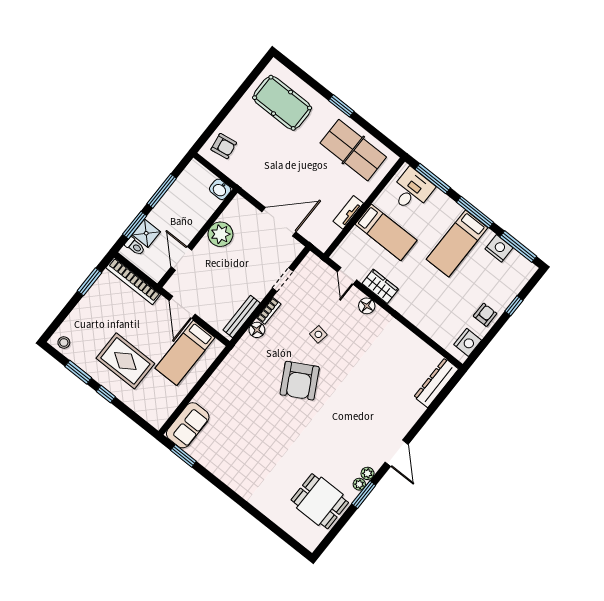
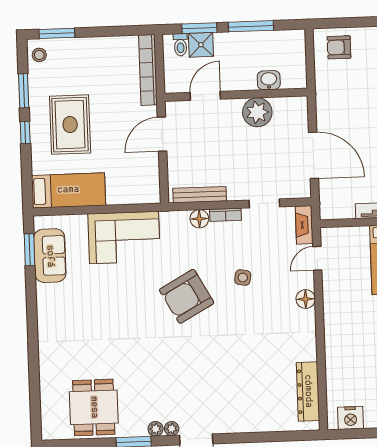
armchair: (224, 146) -> (339, 47), turned 99
washbasin: (220, 189) -> (269, 80), moved, turned 90
fireplace: (318, 266) -> (304, 225), added
window: (90, 282) -> (57, 33), moved
wardrobe: (380, 286) -> (334, 296), removed
bed: (185, 353) -> (68, 190), moved, turned 180
dresser: (436, 383) -> (308, 391), moved, turned -90
corner sofa: (227, 388) -> (124, 237), added
sofa: (188, 425) -> (50, 256), moved, turned -90
plant: (359, 484) -> (172, 429), moved

